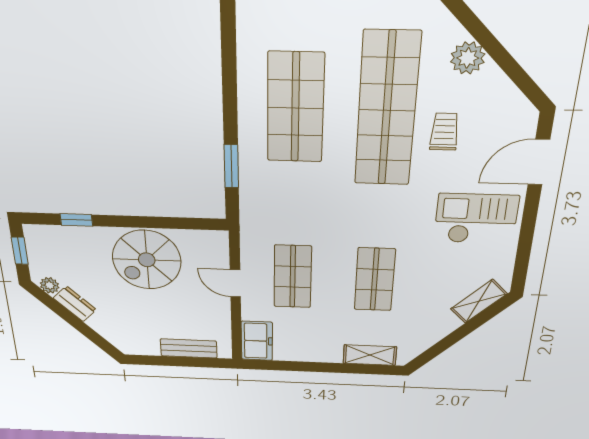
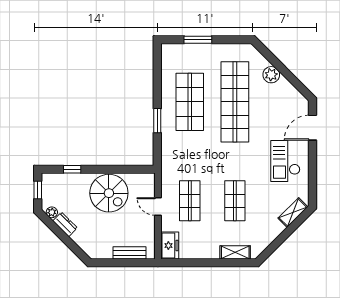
trolley: (444, 132) -> (264, 113), removed
window: (231, 166) -> (157, 121), moved
checkout: (476, 219) -> (285, 161), turned -90
spiral stairs: (147, 260) -> (109, 193), turned -90

